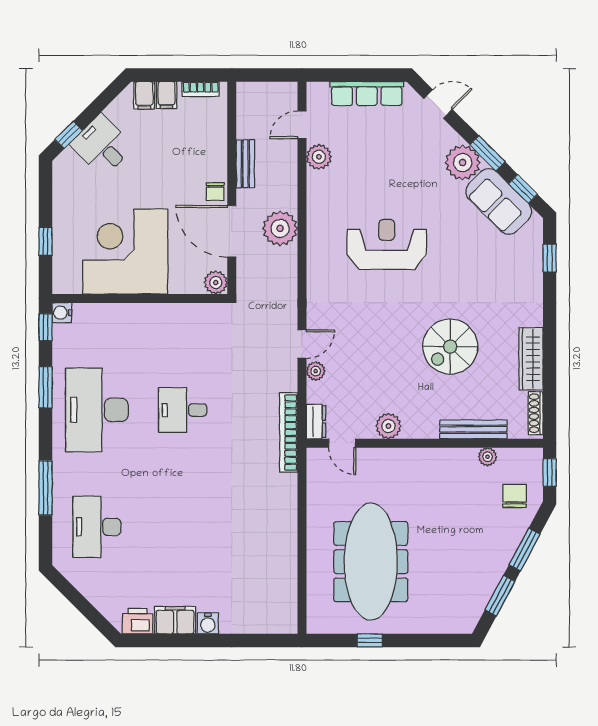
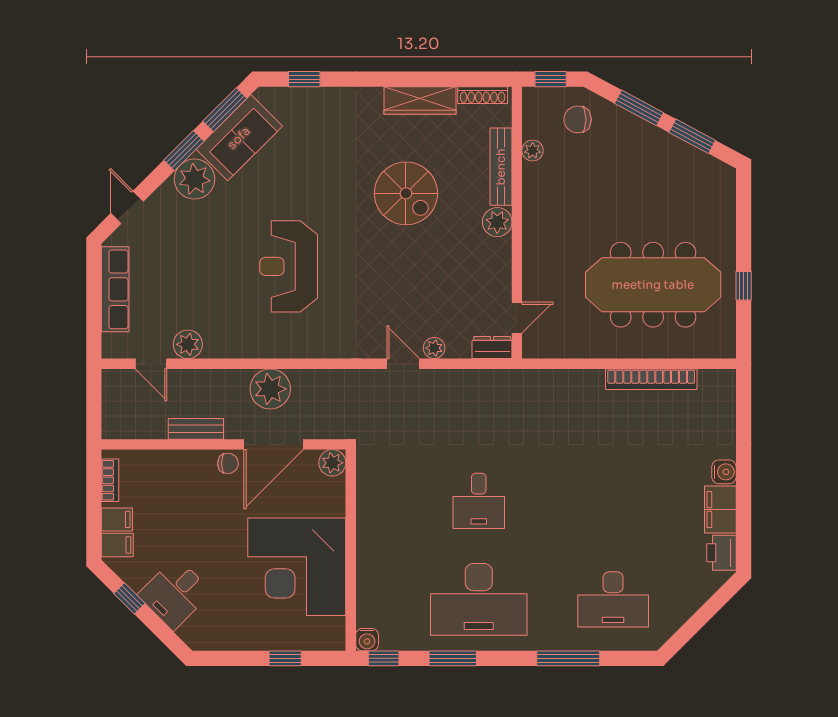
window: (69, 135) -> (129, 598), moved
window: (523, 189) -> (225, 110), width x1.50
plant: (388, 426) -> (497, 222), moved
bookcase: (289, 432) -> (651, 379), moved

